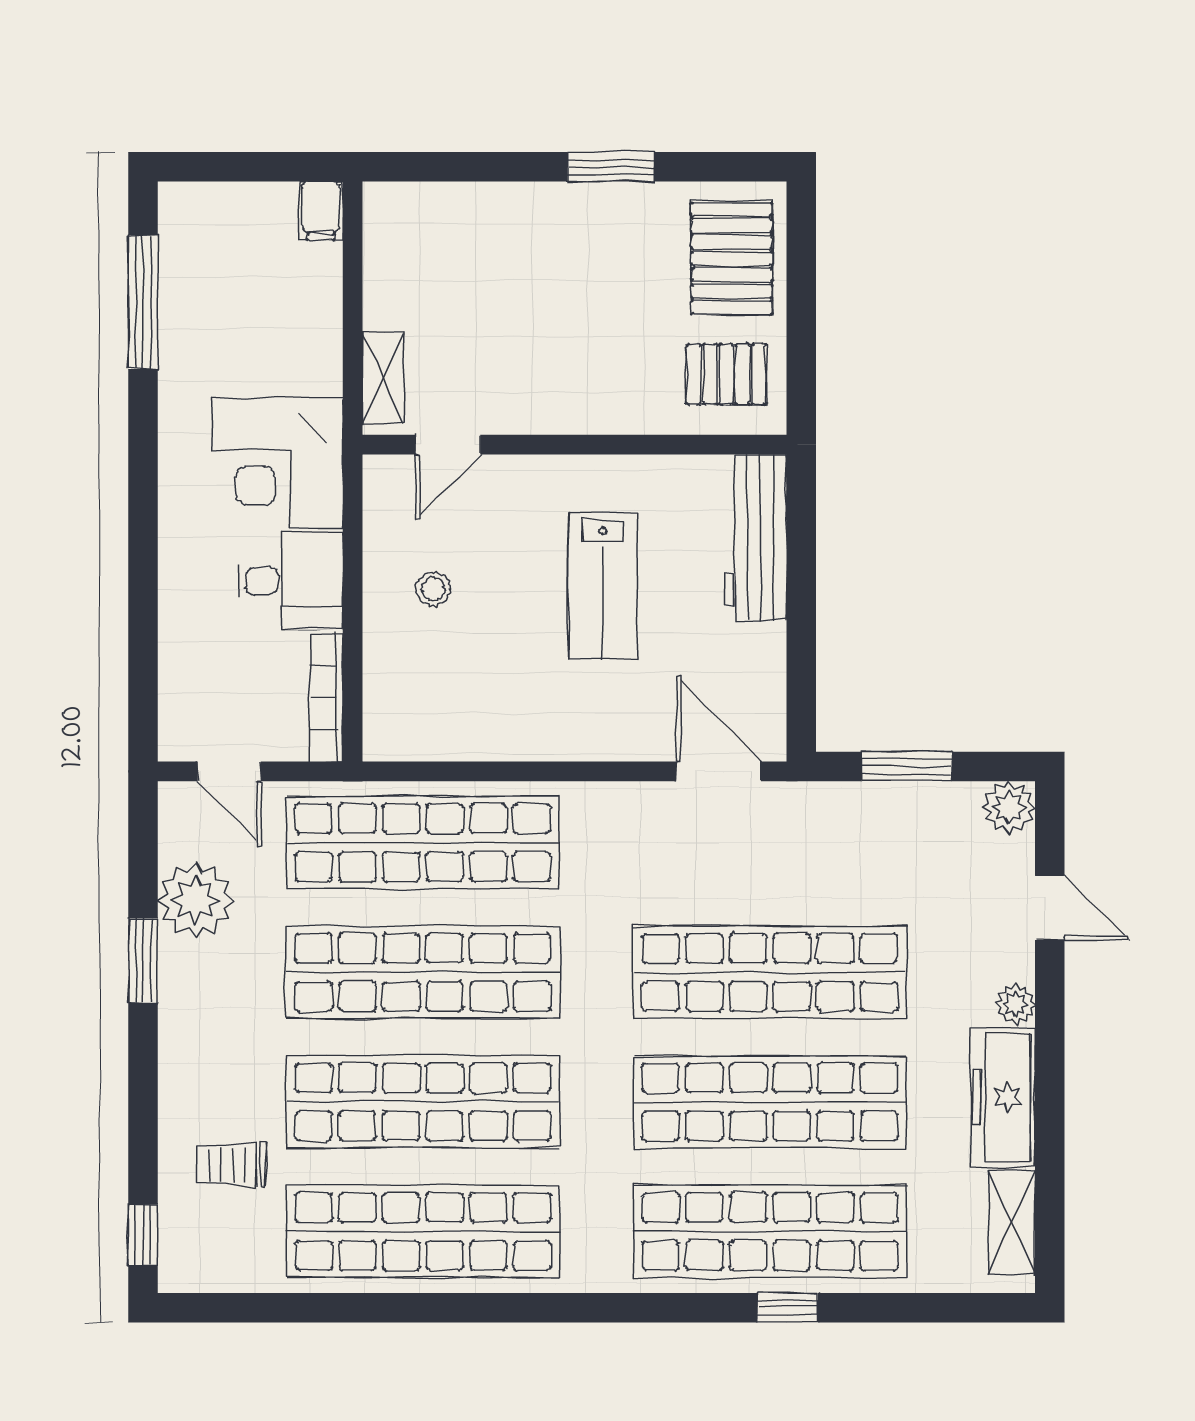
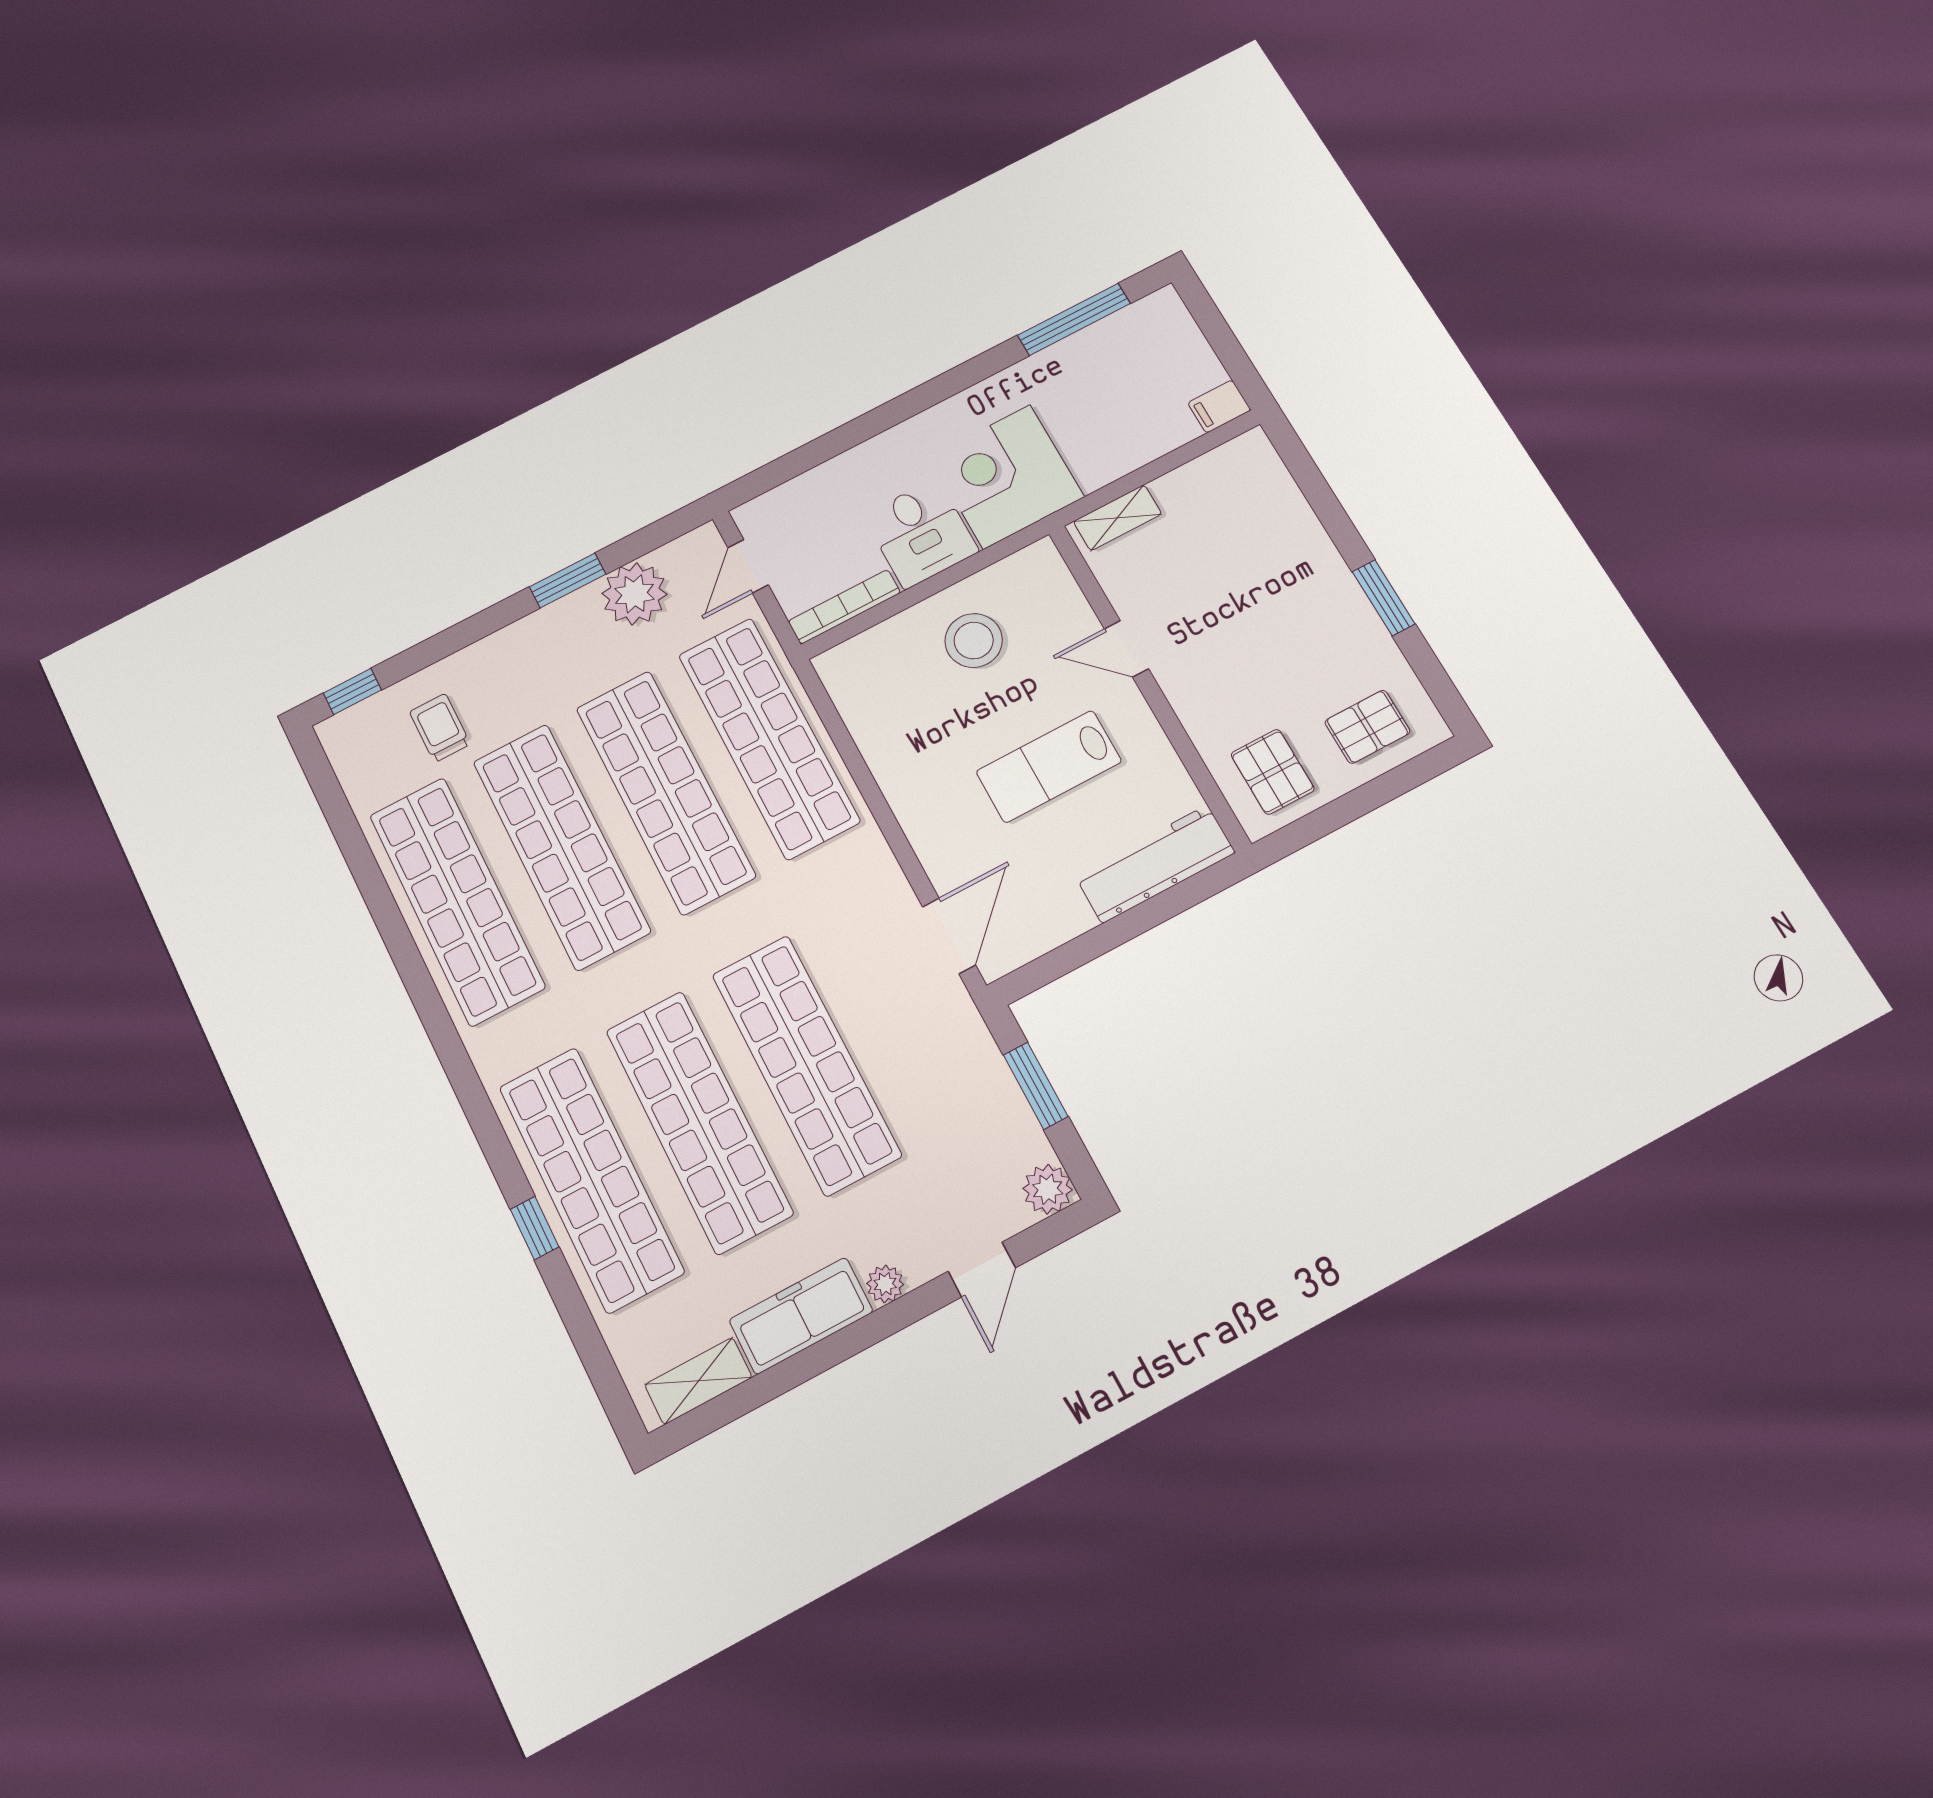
pallet: (732, 258) -> (1367, 727), width x0.67, depth x0.71
door: (448, 445) -> (1126, 649), moved
stool: (433, 589) -> (974, 640), width x1.89, depth x1.89

